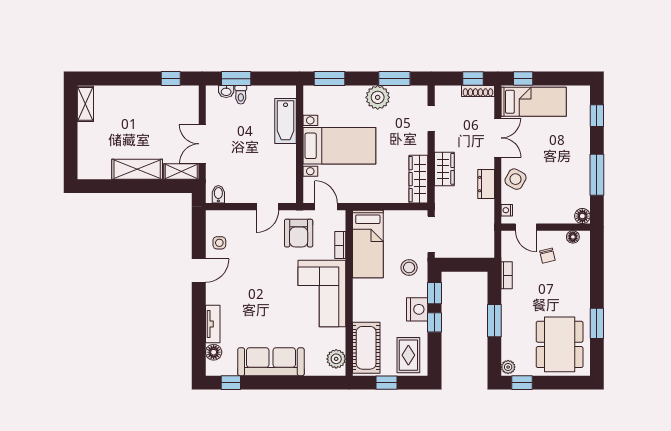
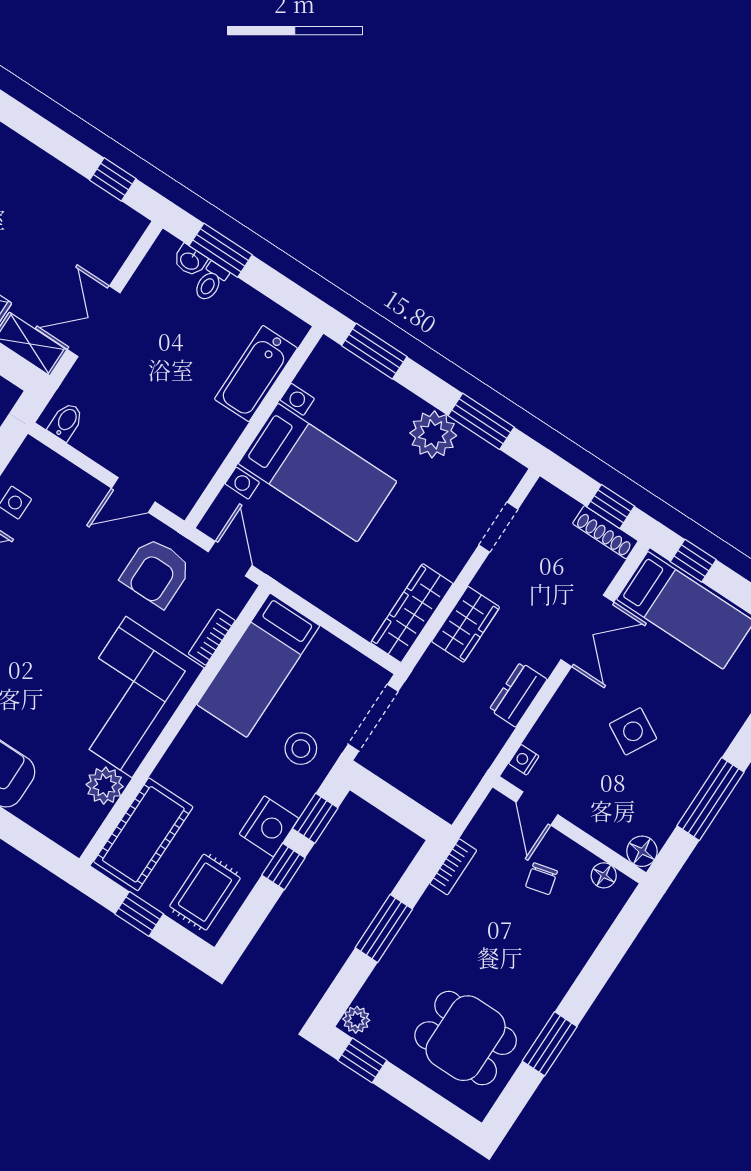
side table: (516, 179) -> (633, 731), moved
dining table: (560, 344) -> (466, 1038), width x0.73
plant: (336, 359) -> (105, 786), moved

